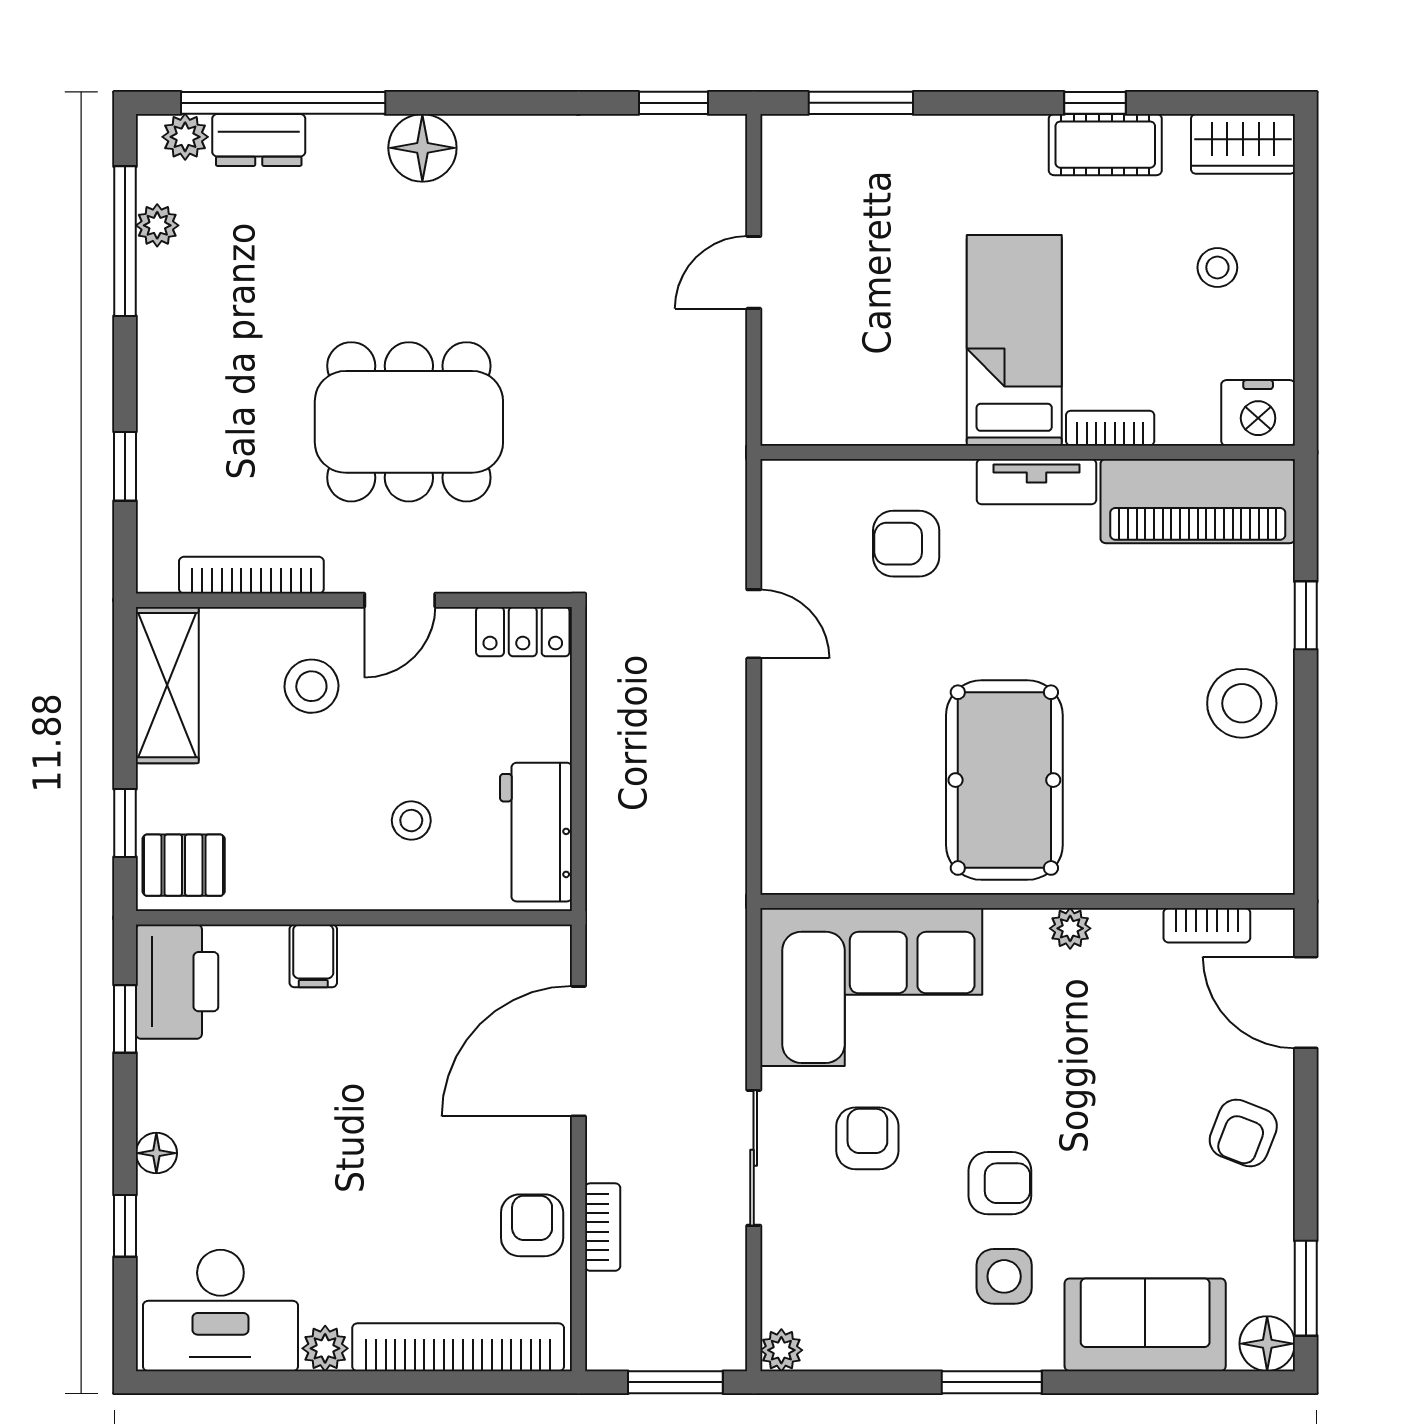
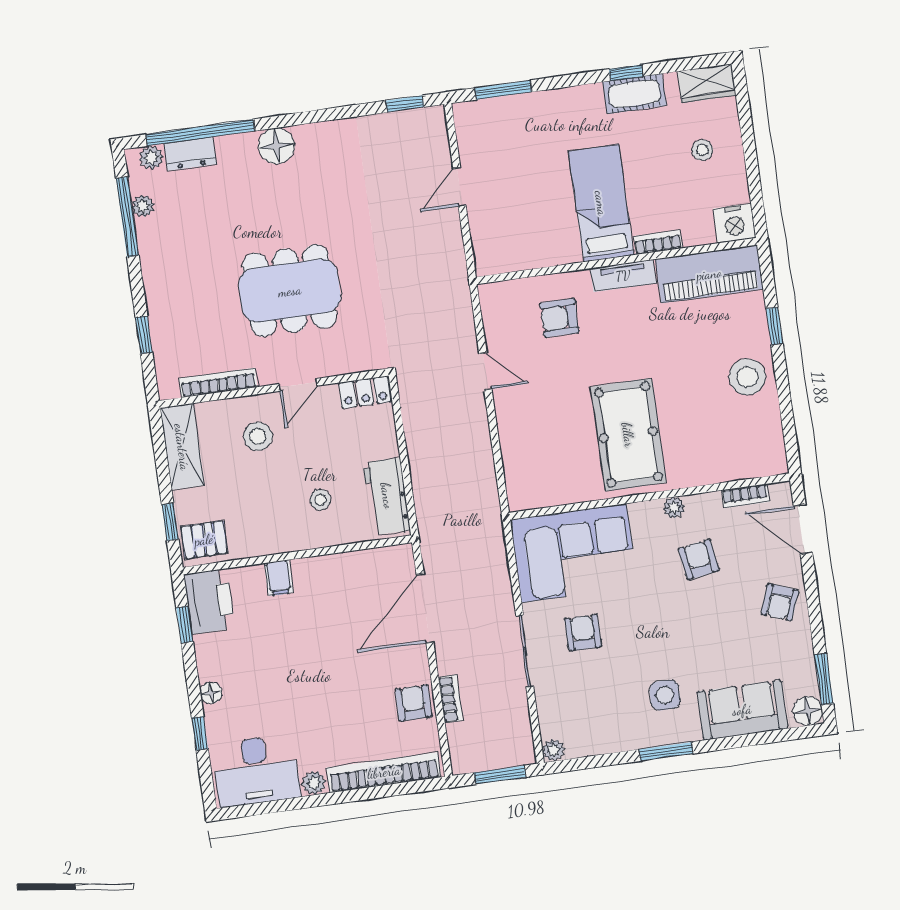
armchair: (1000, 1183) -> (699, 560), moved, turned -99

